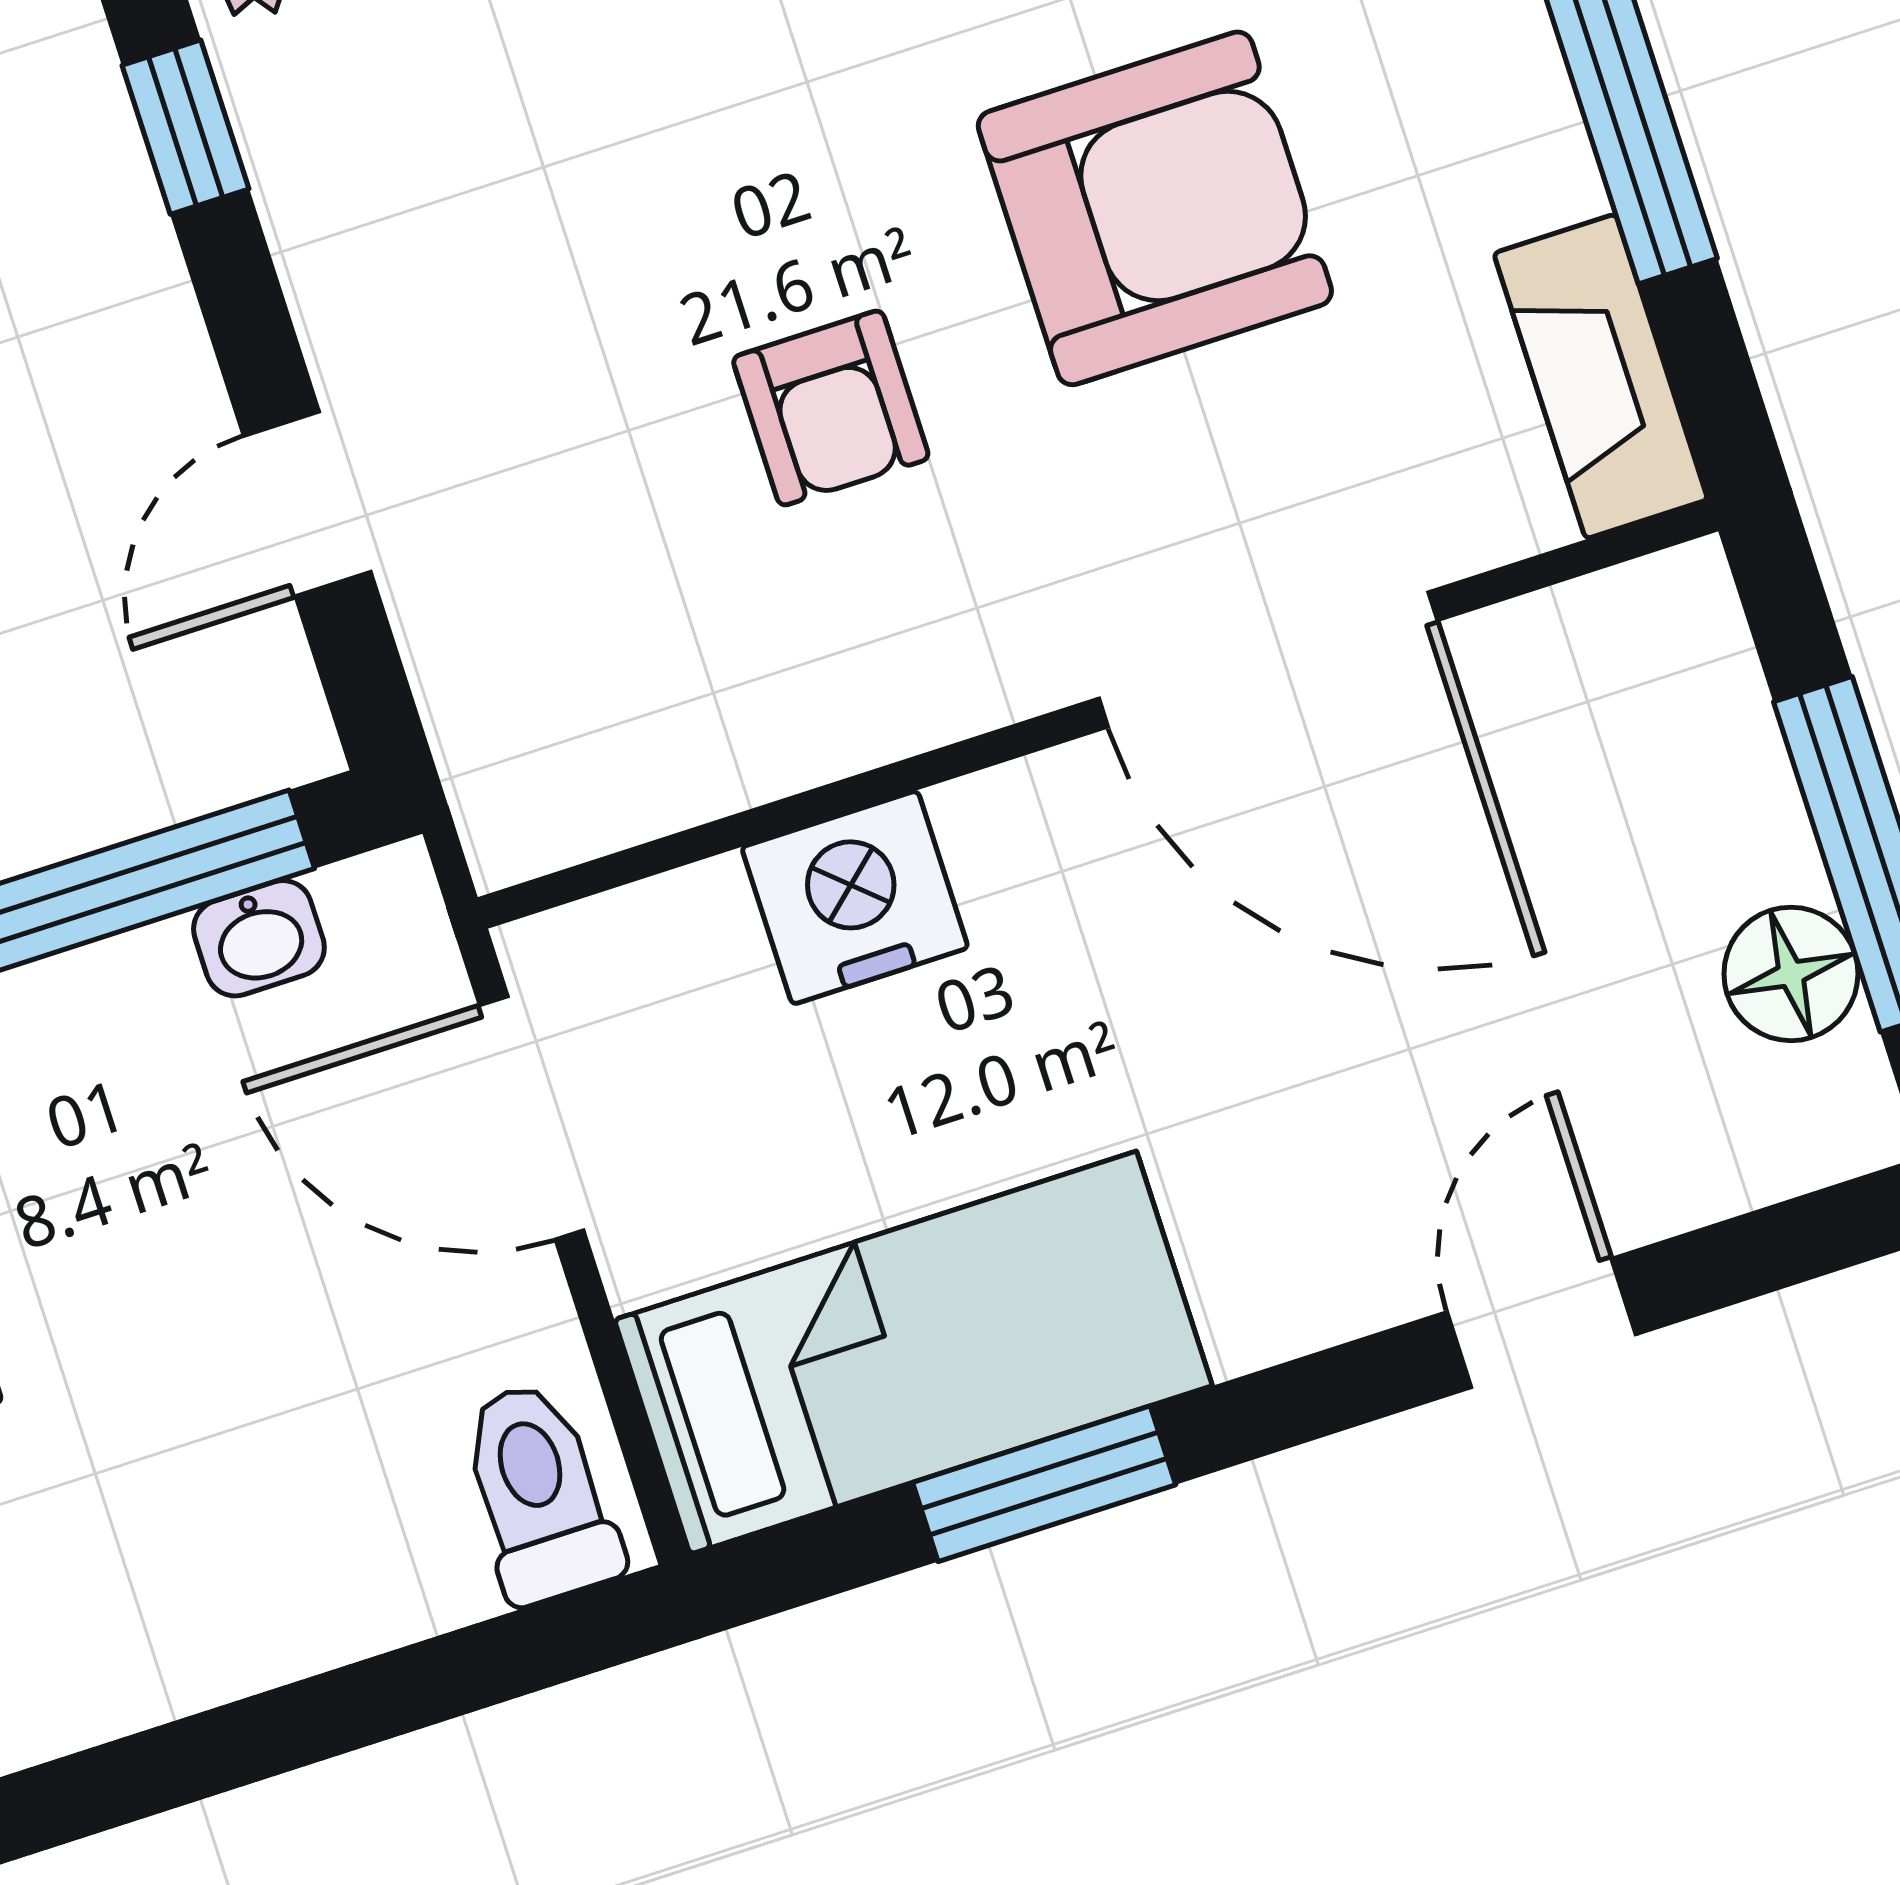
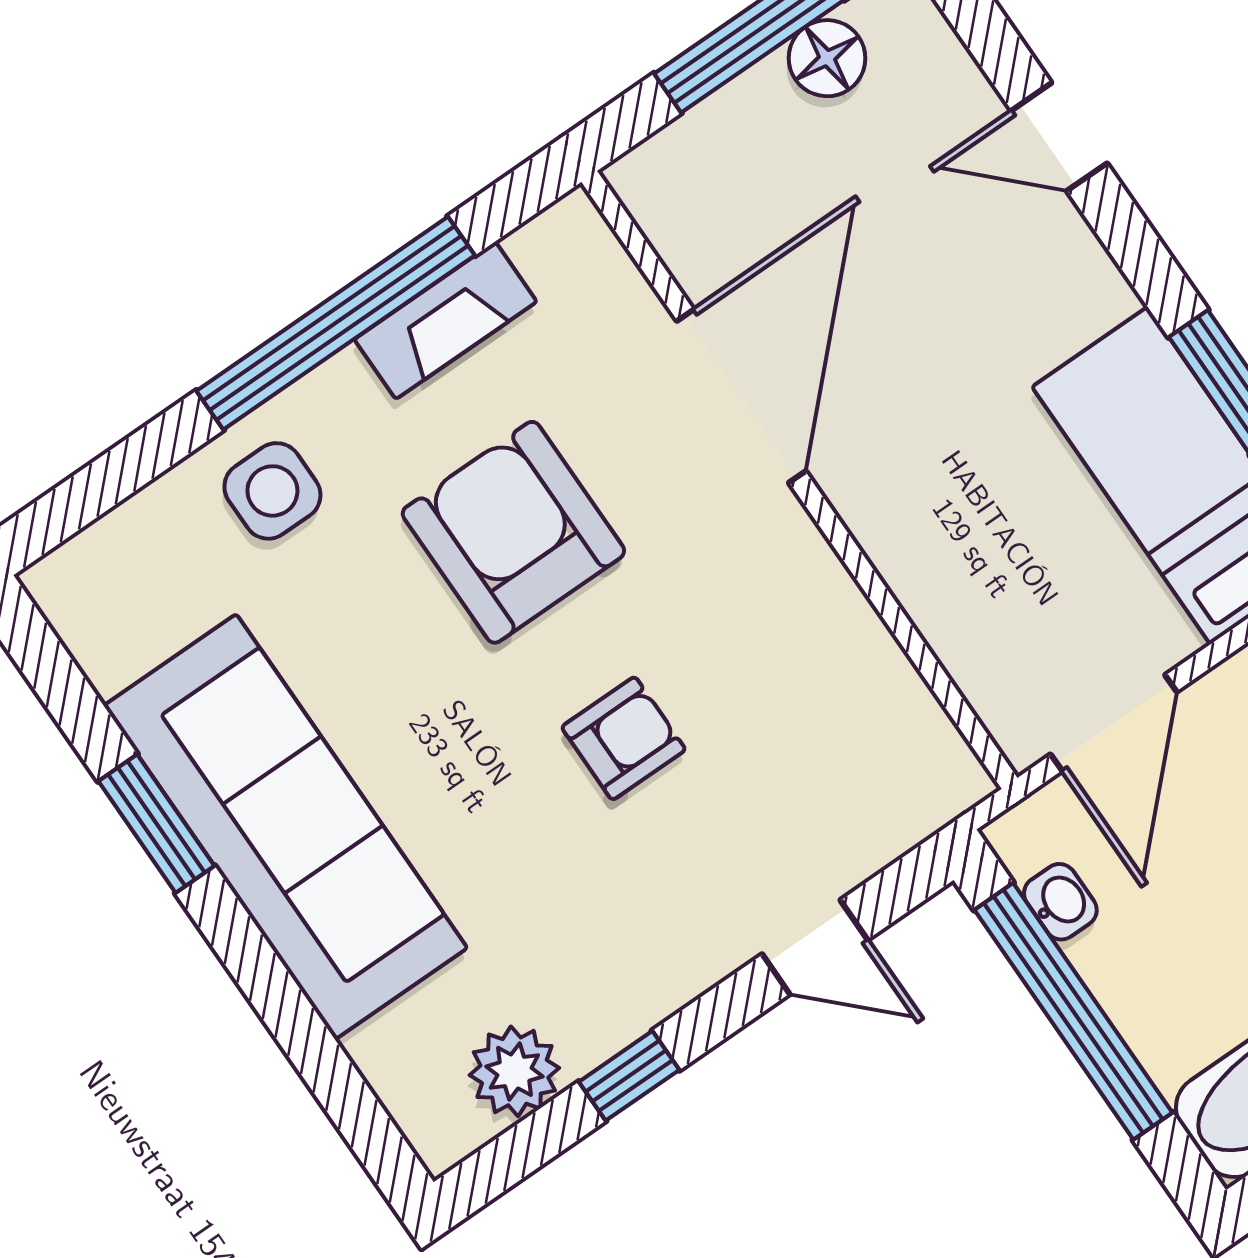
fireplace: (1601, 376) -> (446, 320), moved
armchair: (831, 408) -> (624, 738), moved
nightstand: (855, 898) -> (940, 583), removed

